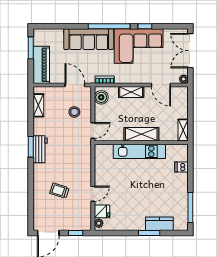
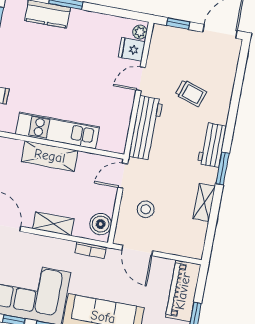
shelving: (38, 105) -> (204, 202), moved
workbench: (40, 149) -> (212, 145), moved
workbench: (84, 163) -> (146, 128), added

